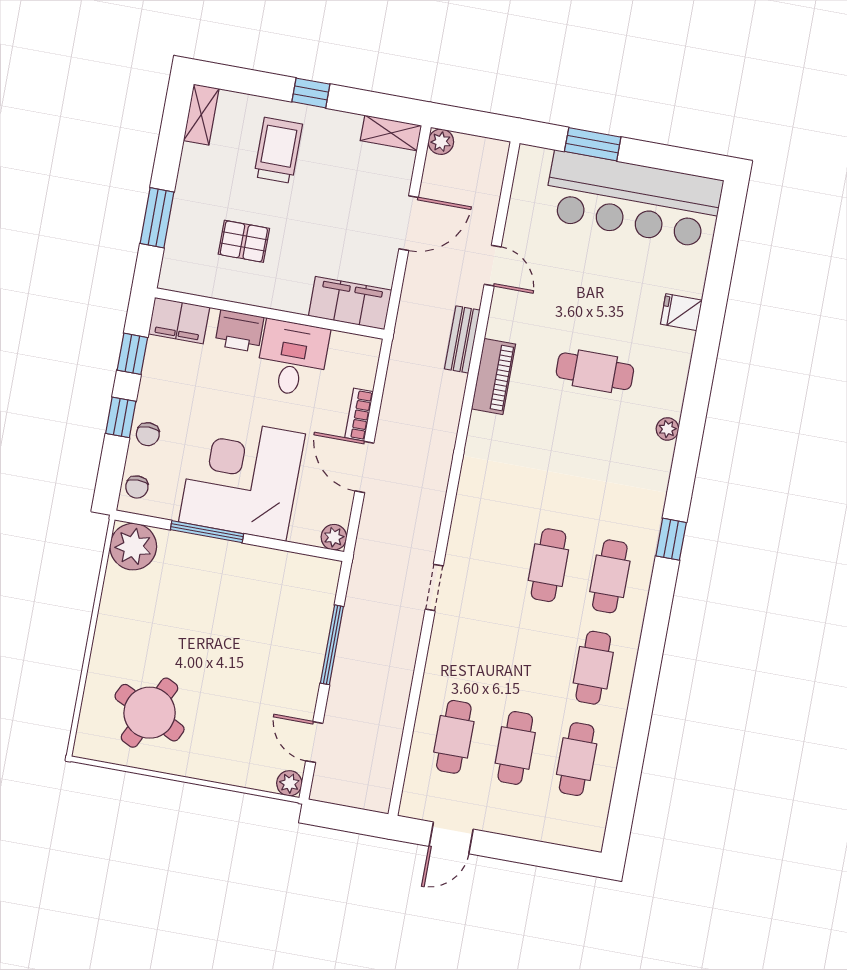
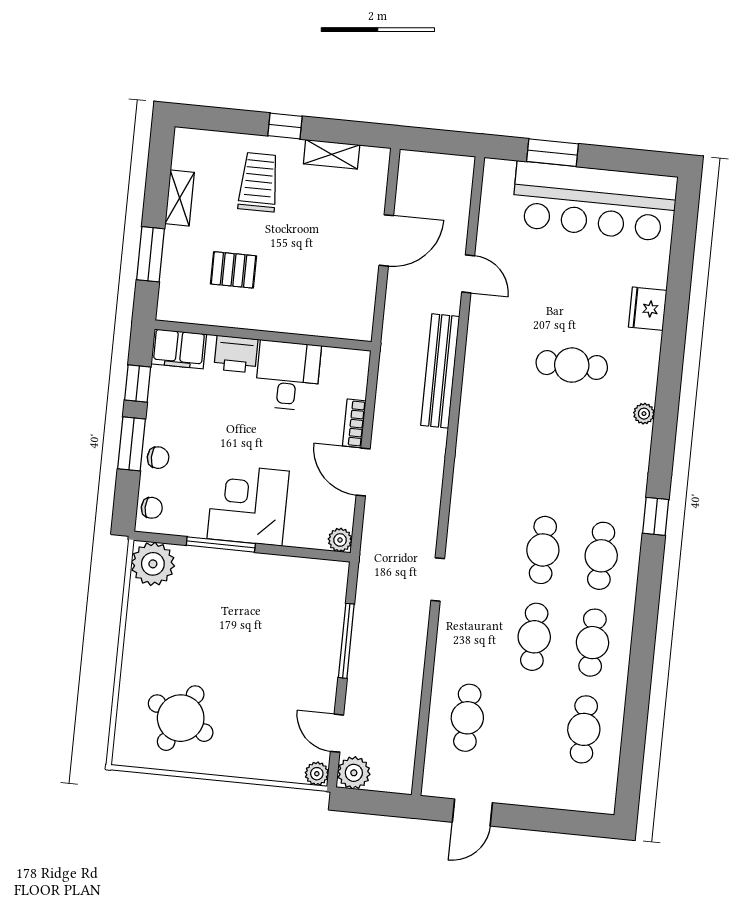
shelving: (201, 115) -> (180, 198), moved
shelving: (391, 133) -> (332, 154), moved
plant: (441, 142) -> (354, 773), moved, width x1.38, depth x1.38
filing cabinet: (350, 303) -> (337, 320), removed
fridge: (681, 312) -> (648, 309), width x1.38
bench: (462, 339) -> (440, 371), width x1.86, depth x1.21
piano: (493, 376) -> (477, 378), removed
window: (121, 417) -> (131, 444), width x1.50
chair: (148, 434) -> (158, 458), turned -90
corner desk: (242, 478) -> (248, 505), width x0.74, depth x0.74
chair: (137, 487) -> (152, 508), turned -90
cafe table: (515, 748) -> (534, 637), moved

